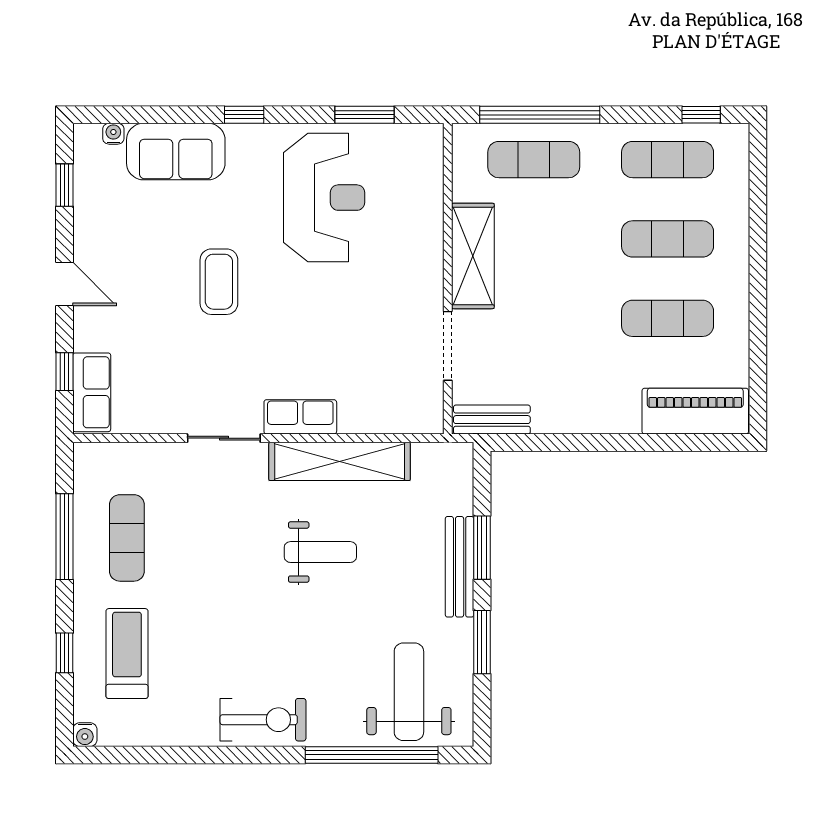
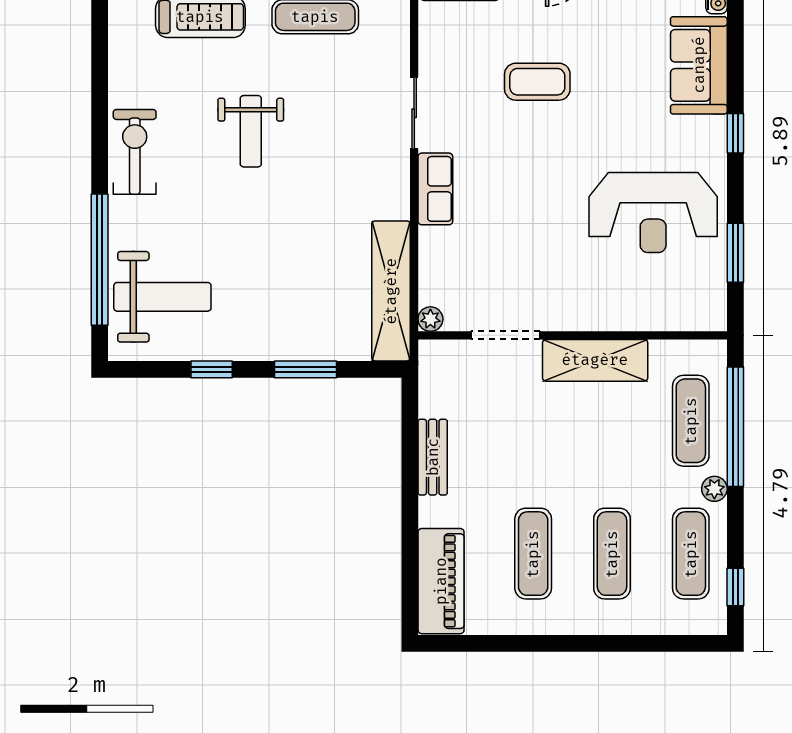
plant: (602, 136) -> (714, 489), added
coffee table: (219, 282) -> (537, 82), moved
bench: (492, 420) -> (433, 457), moved
plant: (431, 422) -> (430, 319), added
shelving: (340, 461) -> (391, 291), moved
weight bench: (320, 552) -> (251, 131), moved
bench: (460, 567) -> (287, 347), removed
window: (482, 642) -> (212, 369), width x0.67
exercise bike: (263, 720) -> (135, 152), turned 180

